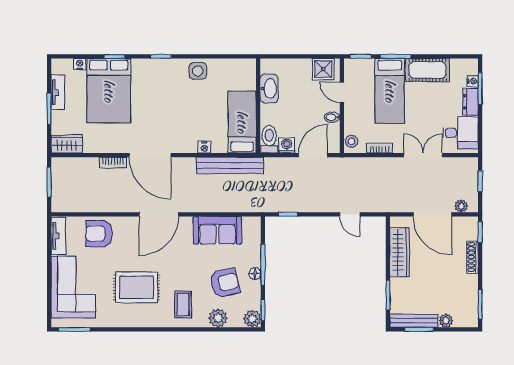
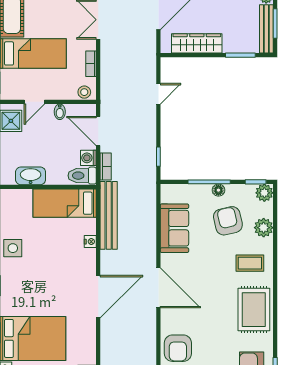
bookcase: (113, 162) -> (106, 166), moved
rug: (136, 287) -> (254, 310), moved

